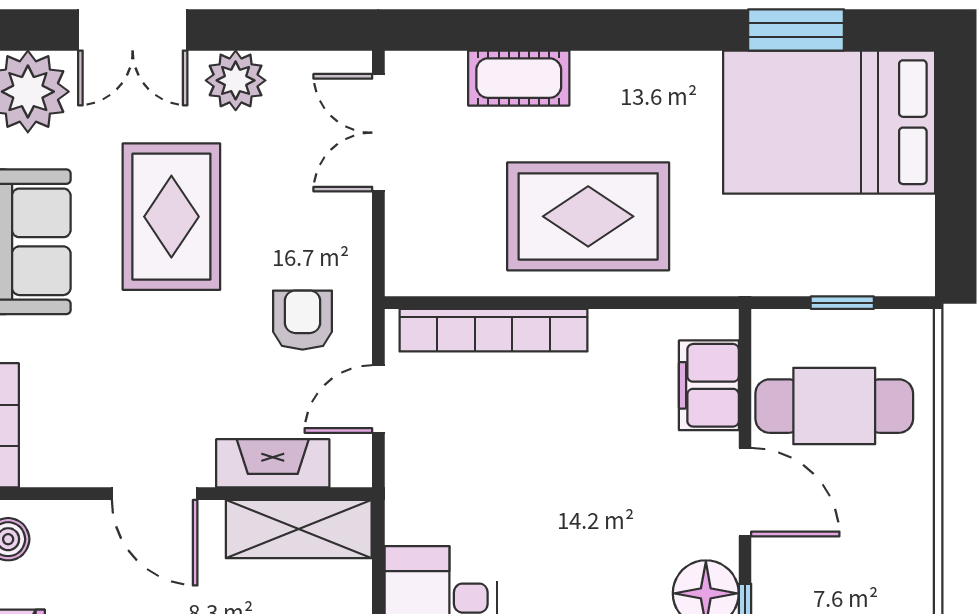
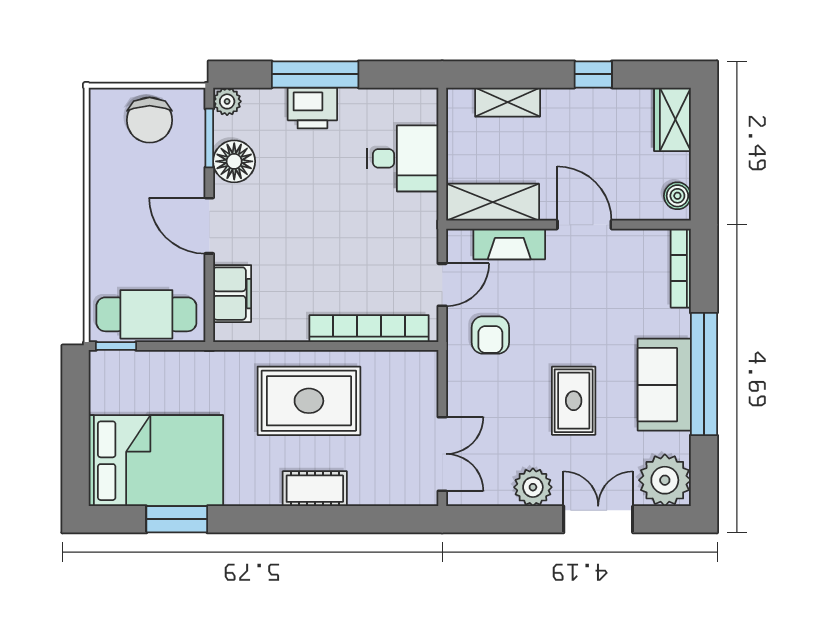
cot: (519, 78) -> (315, 489), moved
rug: (171, 217) -> (574, 401), width x0.73, depth x0.70
window: (842, 303) -> (116, 346), moved
cafe table: (834, 406) -> (146, 314), moved

